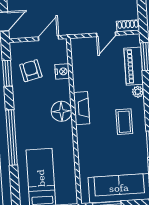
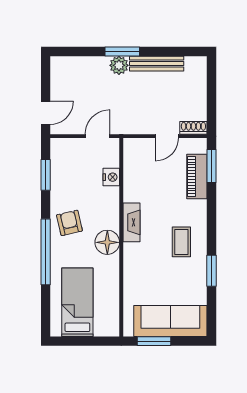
armchair: (31, 71) -> (69, 223), moved
plant: (138, 92) -> (200, 207), removed
floor lamp: (61, 111) -> (107, 242), moved

